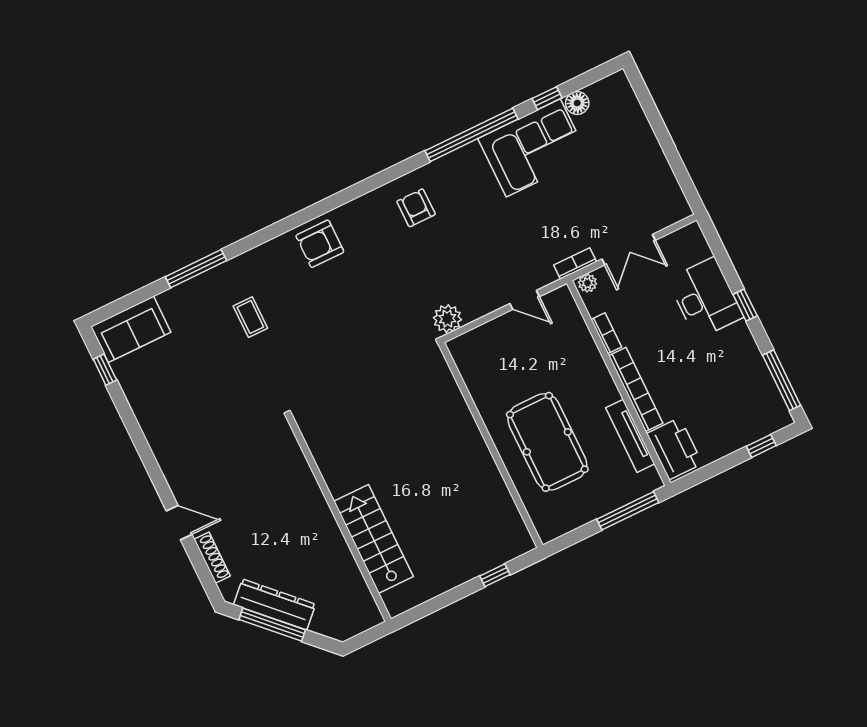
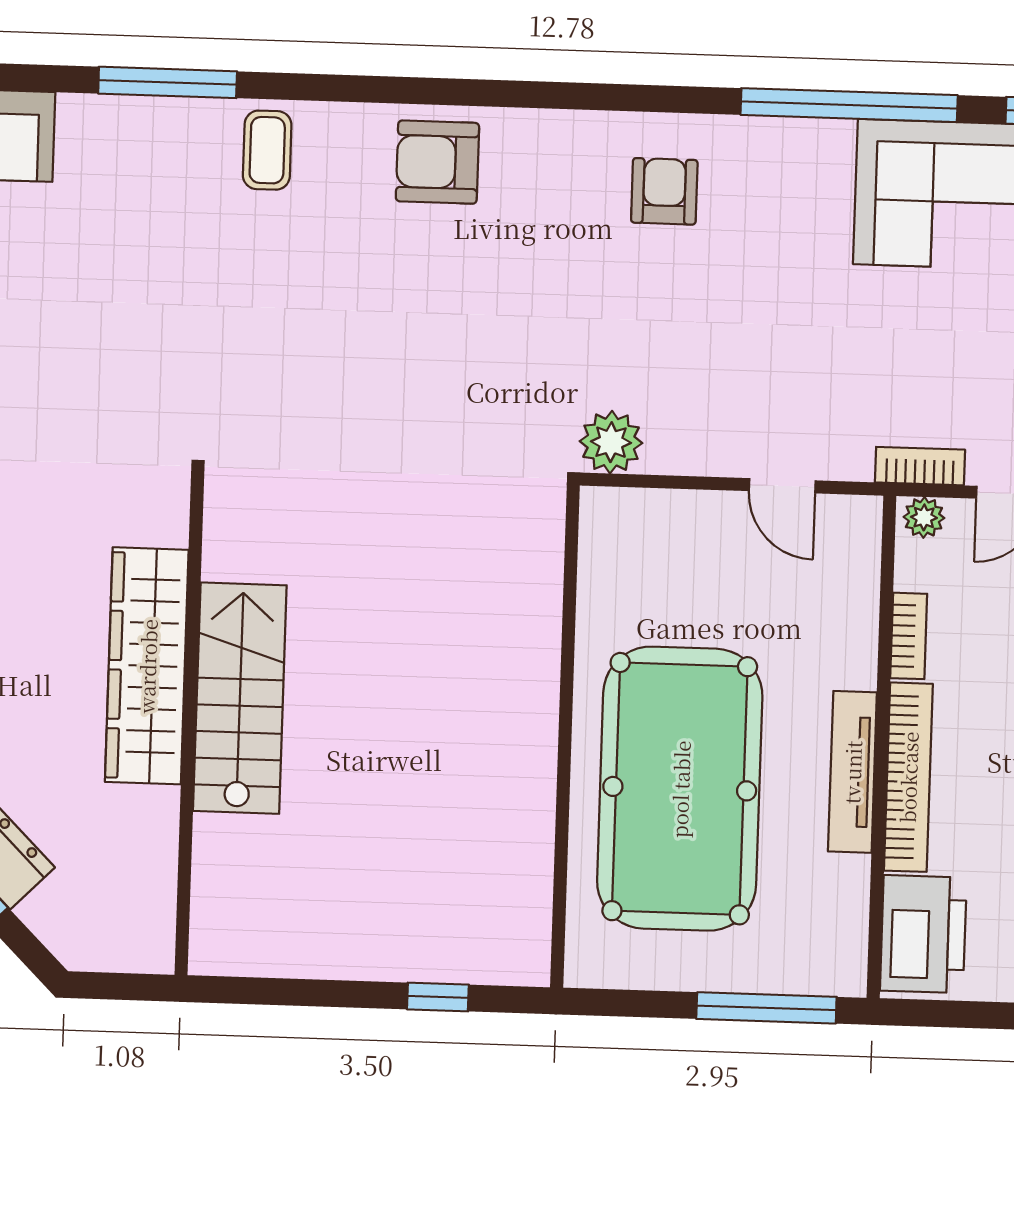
coffee table: (250, 317) -> (267, 150), moved
tv unit: (630, 436) -> (852, 772), moved
pool table: (547, 442) -> (680, 789), width x1.36, depth x1.32
wardrobe: (310, 505) -> (147, 666), added
stairs: (373, 539) -> (240, 698), moved

